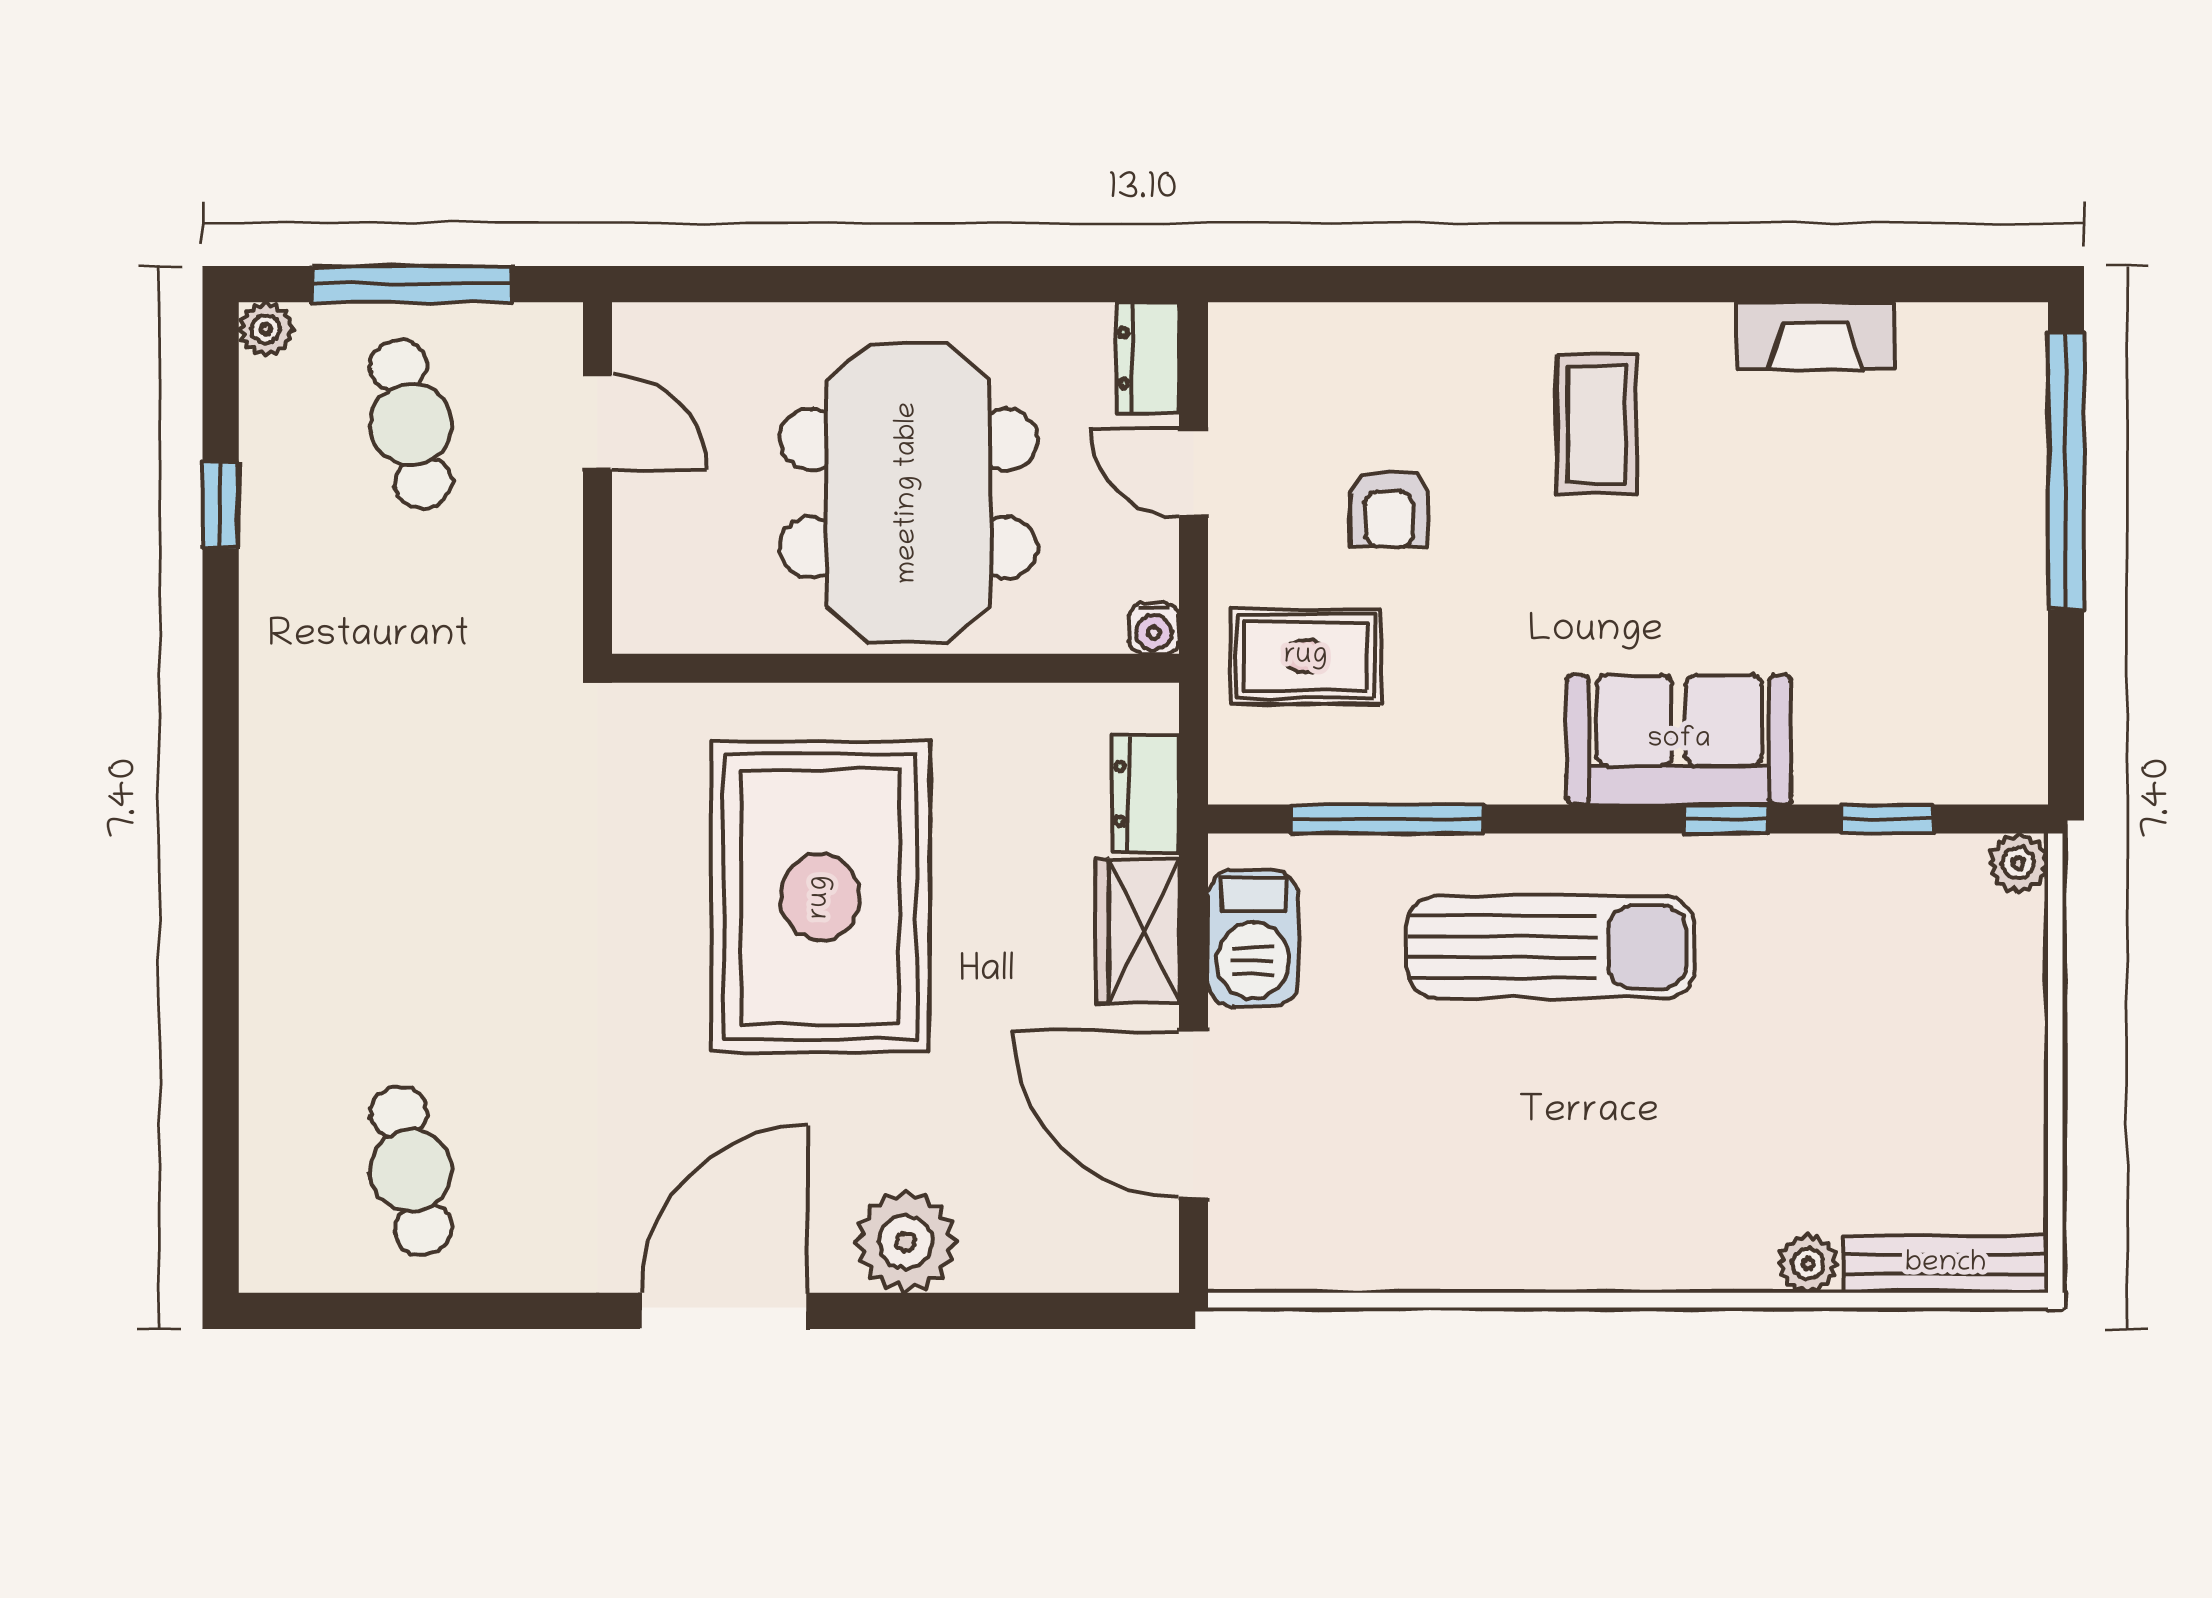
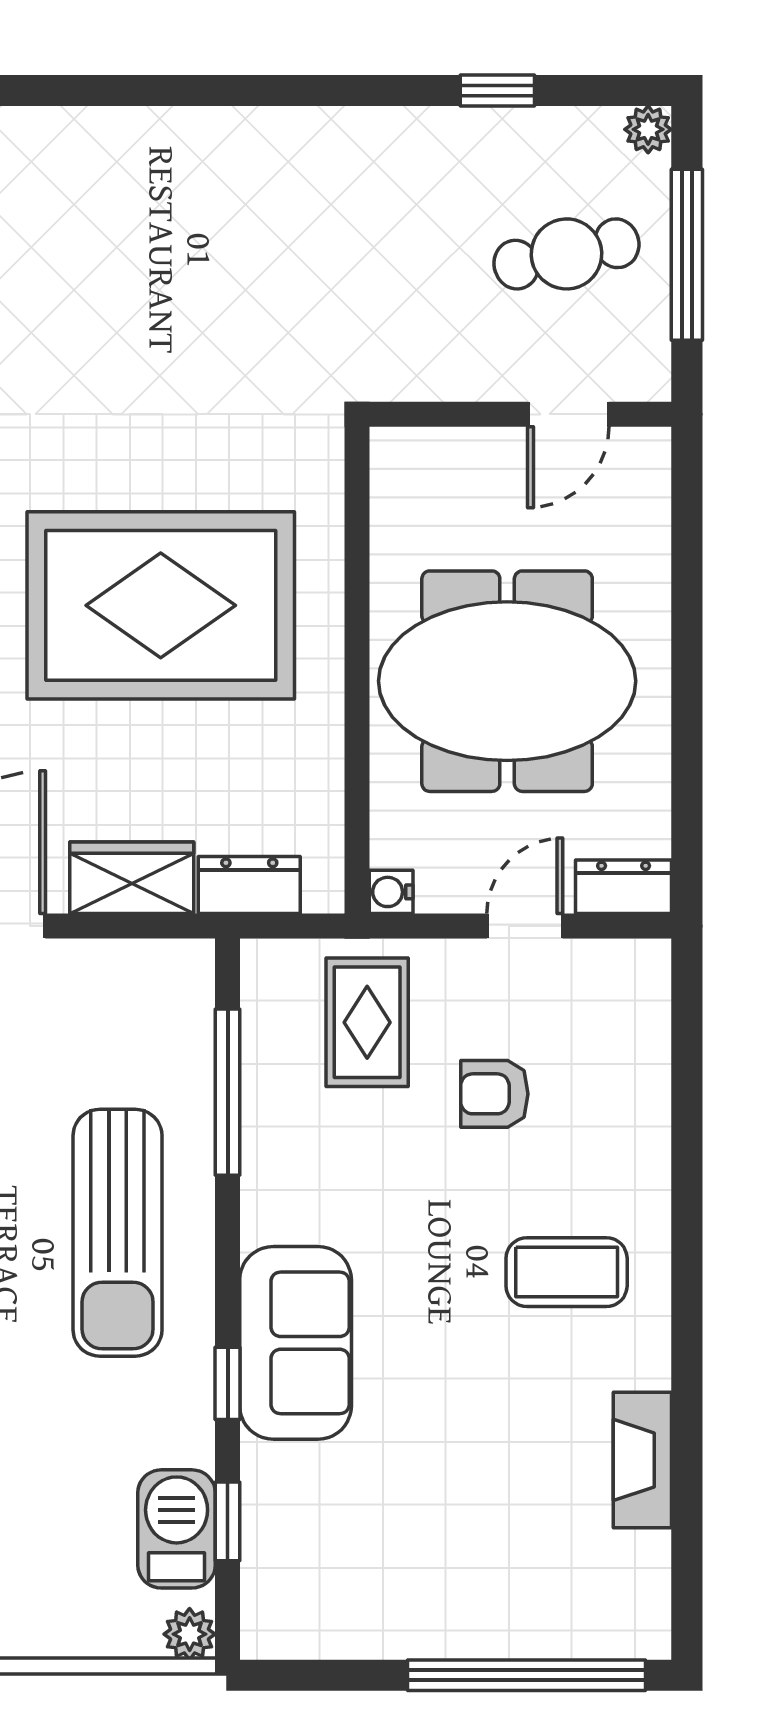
barbecue: (1253, 938) -> (177, 1529), moved, turned 90

